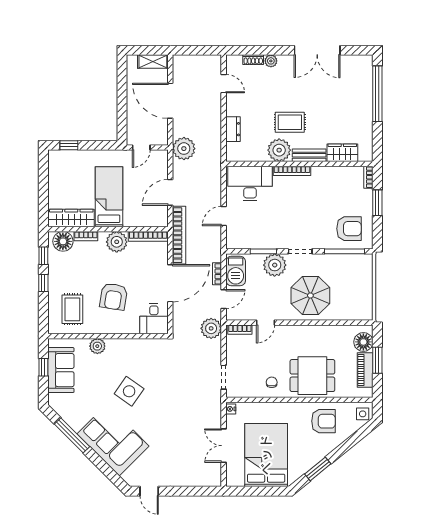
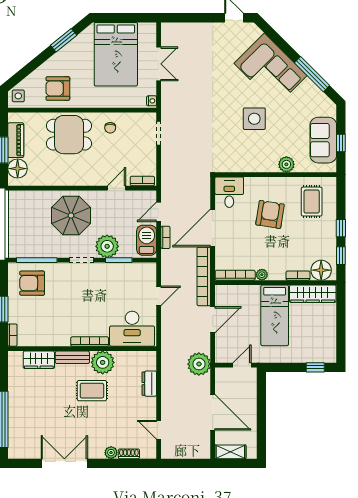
plant: (117, 242) -> (262, 275), width x0.53, depth x0.53
plant: (211, 328) -> (171, 182), removed
side table: (129, 391) -> (254, 119), turned -35

